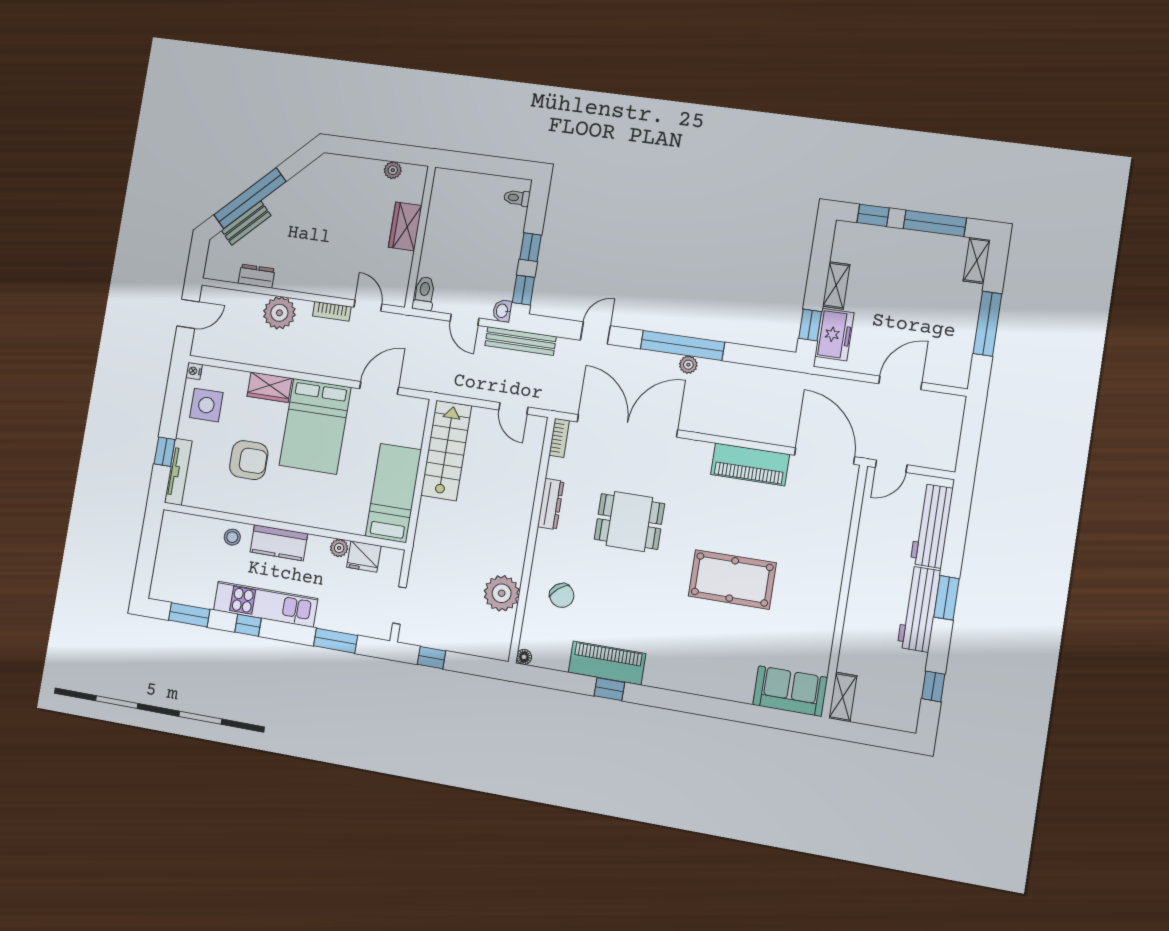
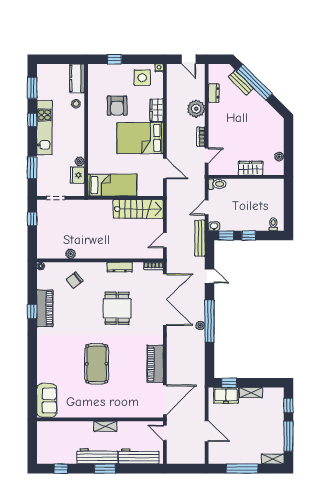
tv unit: (178, 472) -> (105, 69), removed
kitchen counter: (279, 543) -> (77, 78), moved
plant: (502, 593) -> (71, 254), width x0.53, depth x0.53
shelving: (843, 697) -> (105, 426), moved

